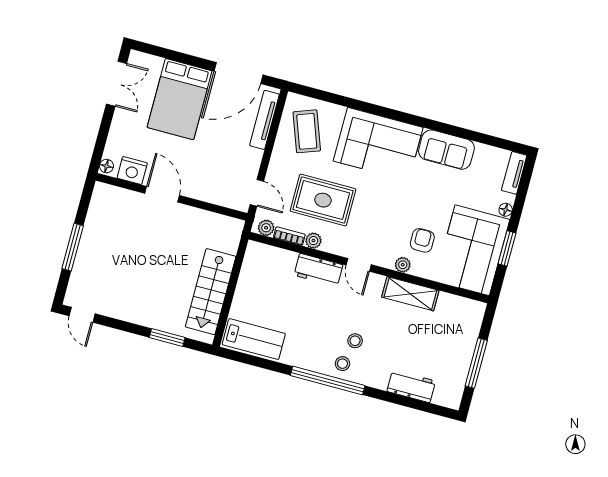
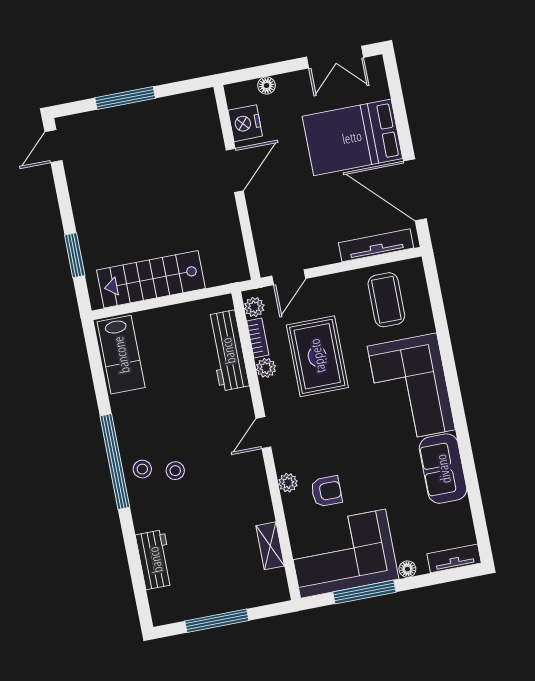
coffee table: (307, 131) -> (386, 300), turned -70
floor lamp: (106, 166) -> (267, 86), moved
window: (507, 248) -> (364, 592), width x1.44
workbench: (318, 270) -> (228, 351), moved, width x1.38
shelving: (410, 294) -> (270, 546), moved, width x0.67, depth x0.75

